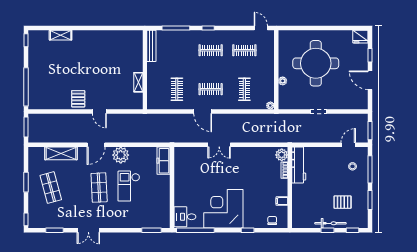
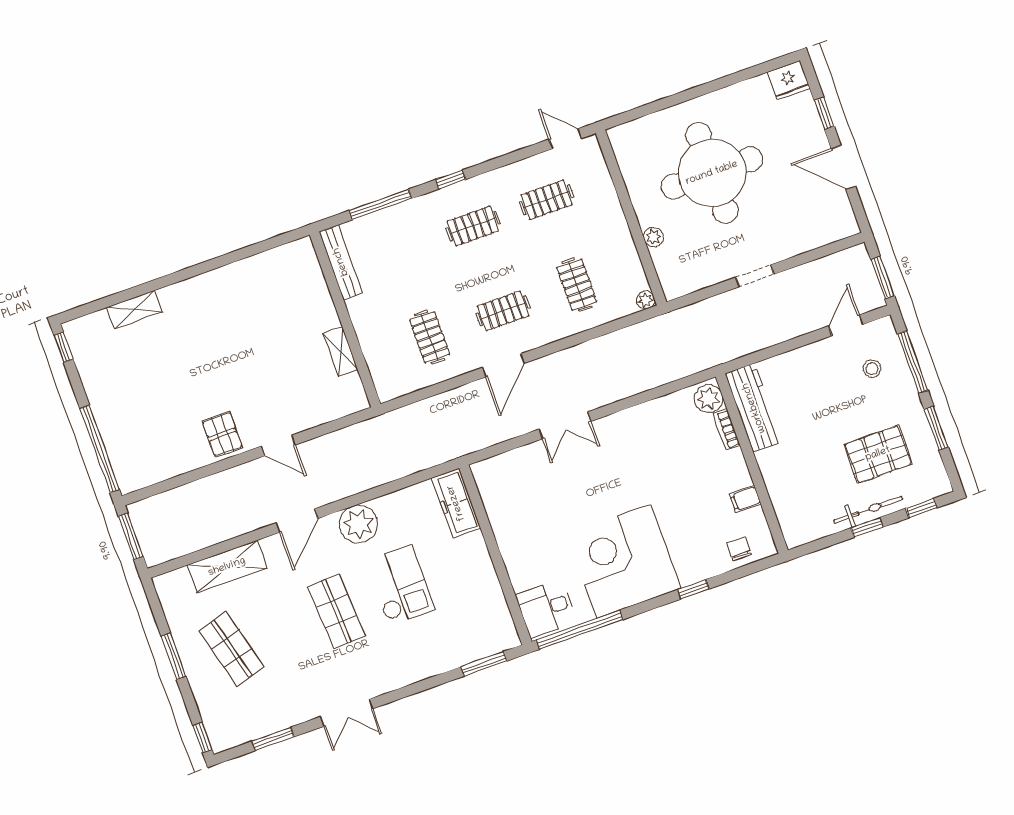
door: (203, 111) -> (503, 365), hinge flipped
checkout: (129, 186) -> (400, 585), turned 180
pallet: (343, 202) -> (878, 454), width x1.50, depth x1.42

